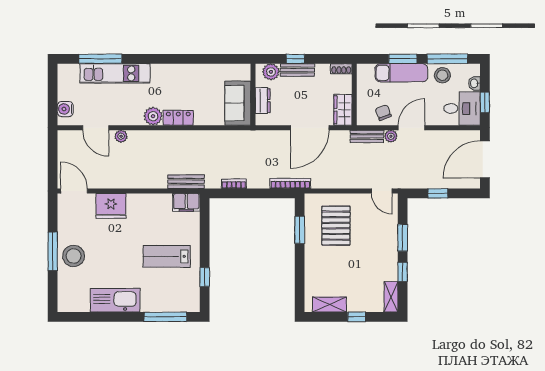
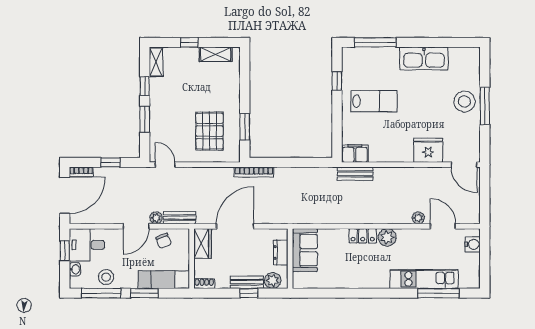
exam couch: (401, 73) -> (164, 280), moved
bookcase: (234, 184) -> (81, 172), moved

